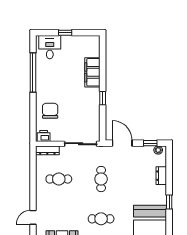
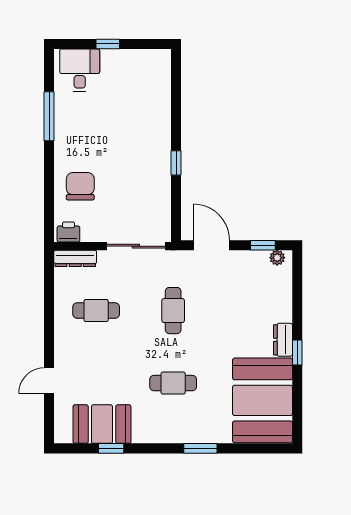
window: (33, 72) -> (49, 116), width x0.68
filing cabinet: (92, 72) -> (157, 116), removed
dresser: (161, 176) -> (283, 340), moved

